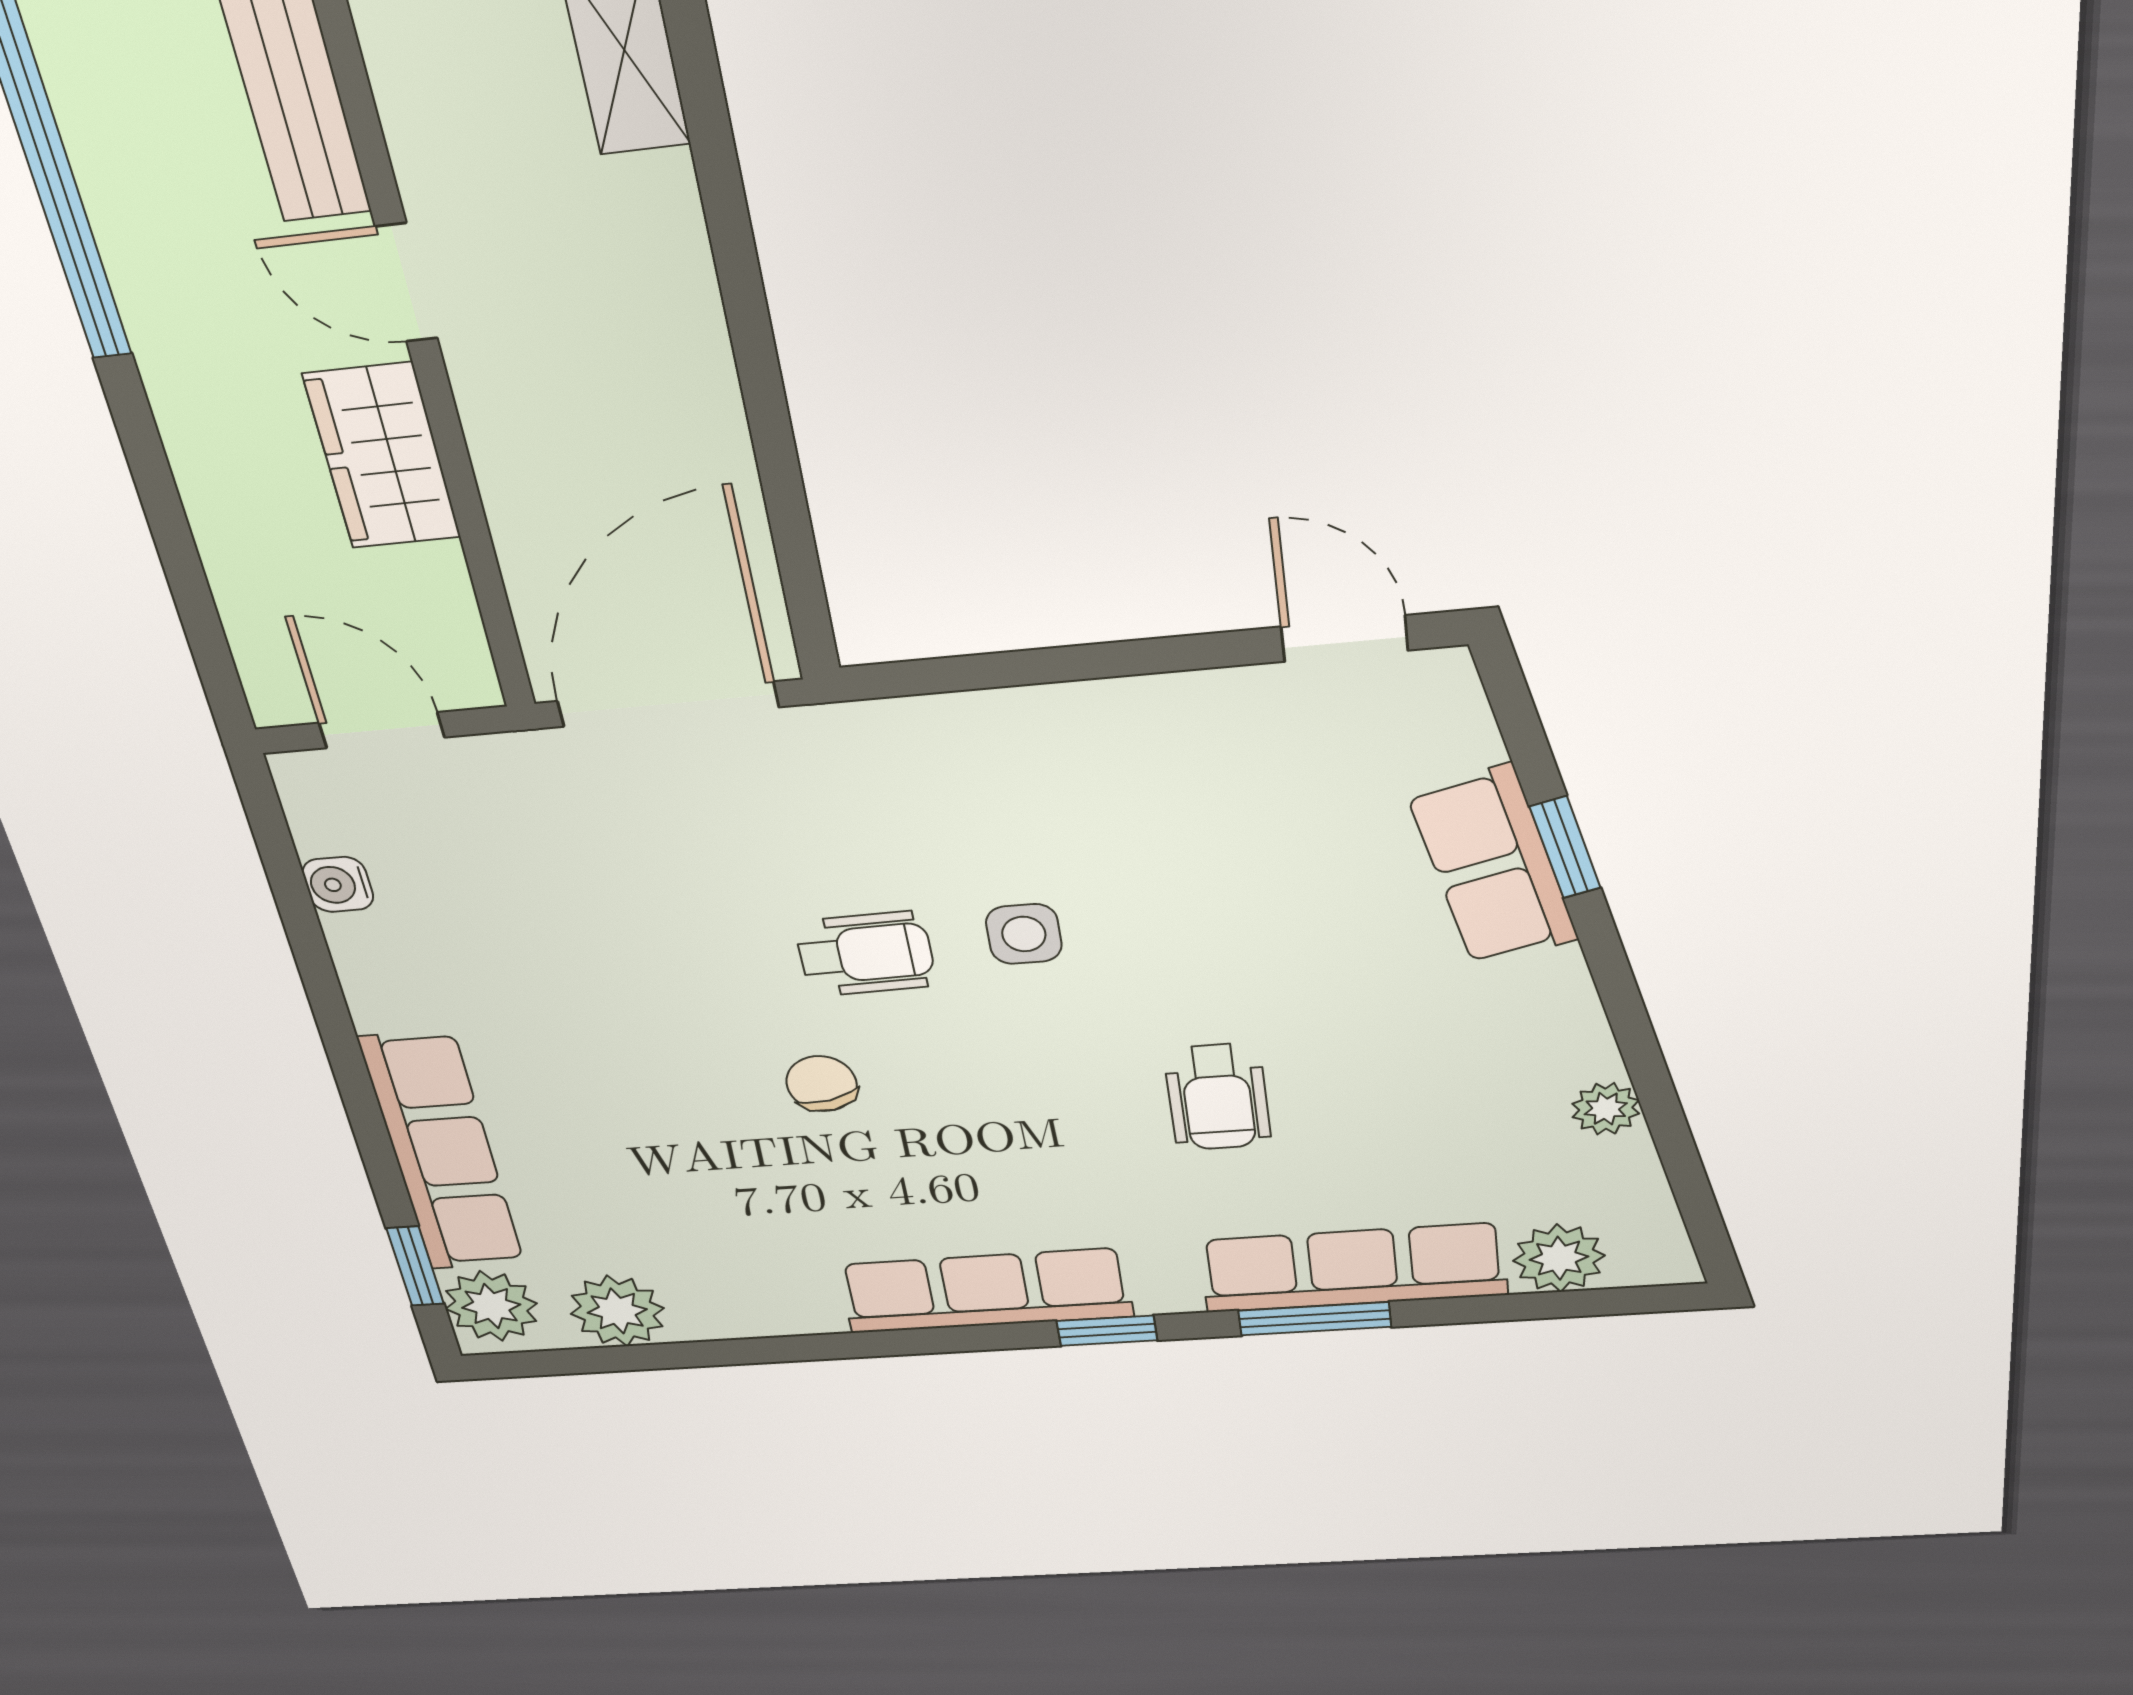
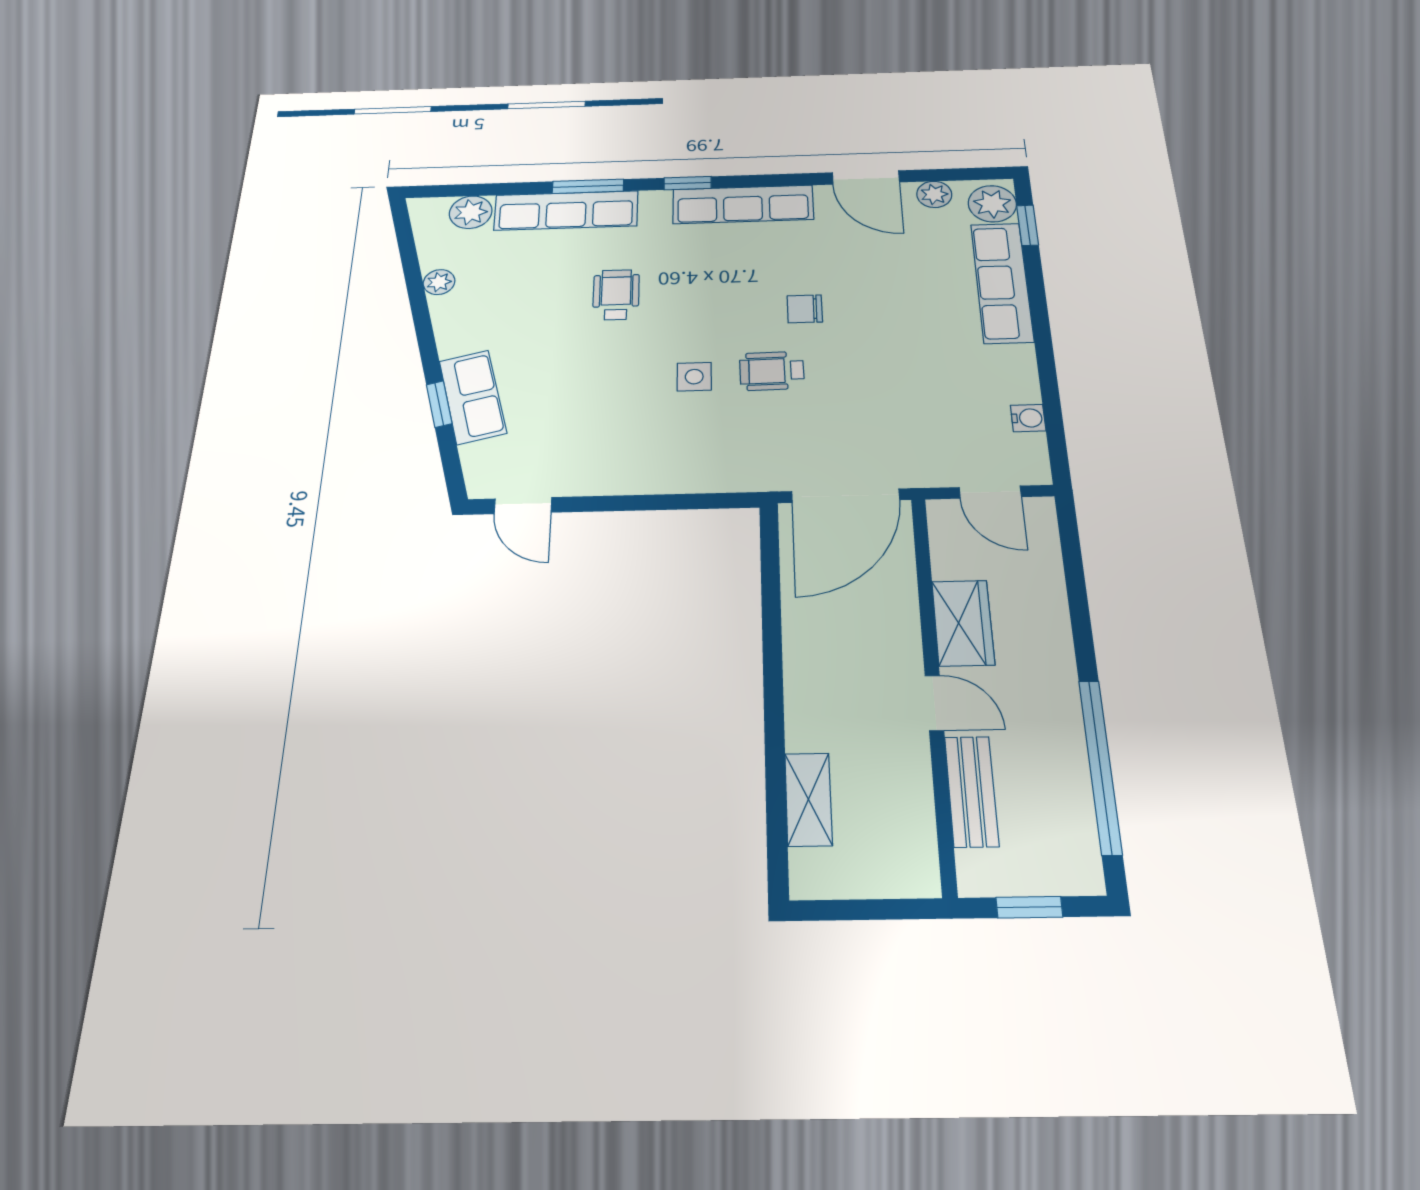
chair: (822, 1084) -> (805, 309), turned 102
plant: (617, 1311) -> (934, 194), width x0.73, depth x0.73
door: (748, 1351) -> (866, 177), added

